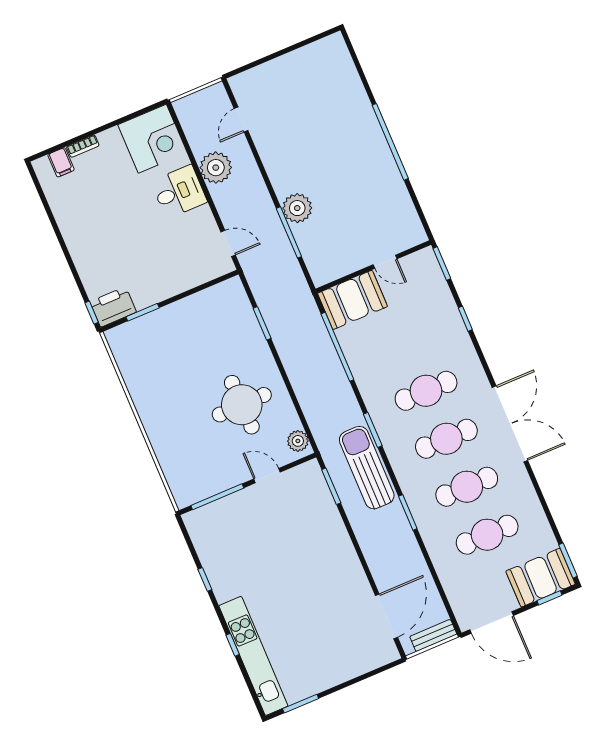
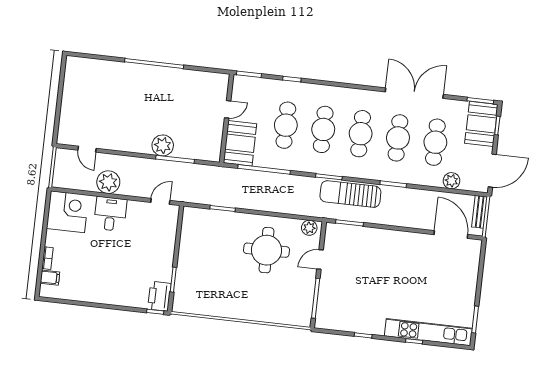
cafe table: (406, 343) -> (286, 125), added
double door: (510, 424) -> (414, 93), moved
plant: (452, 580) -> (451, 181), added

